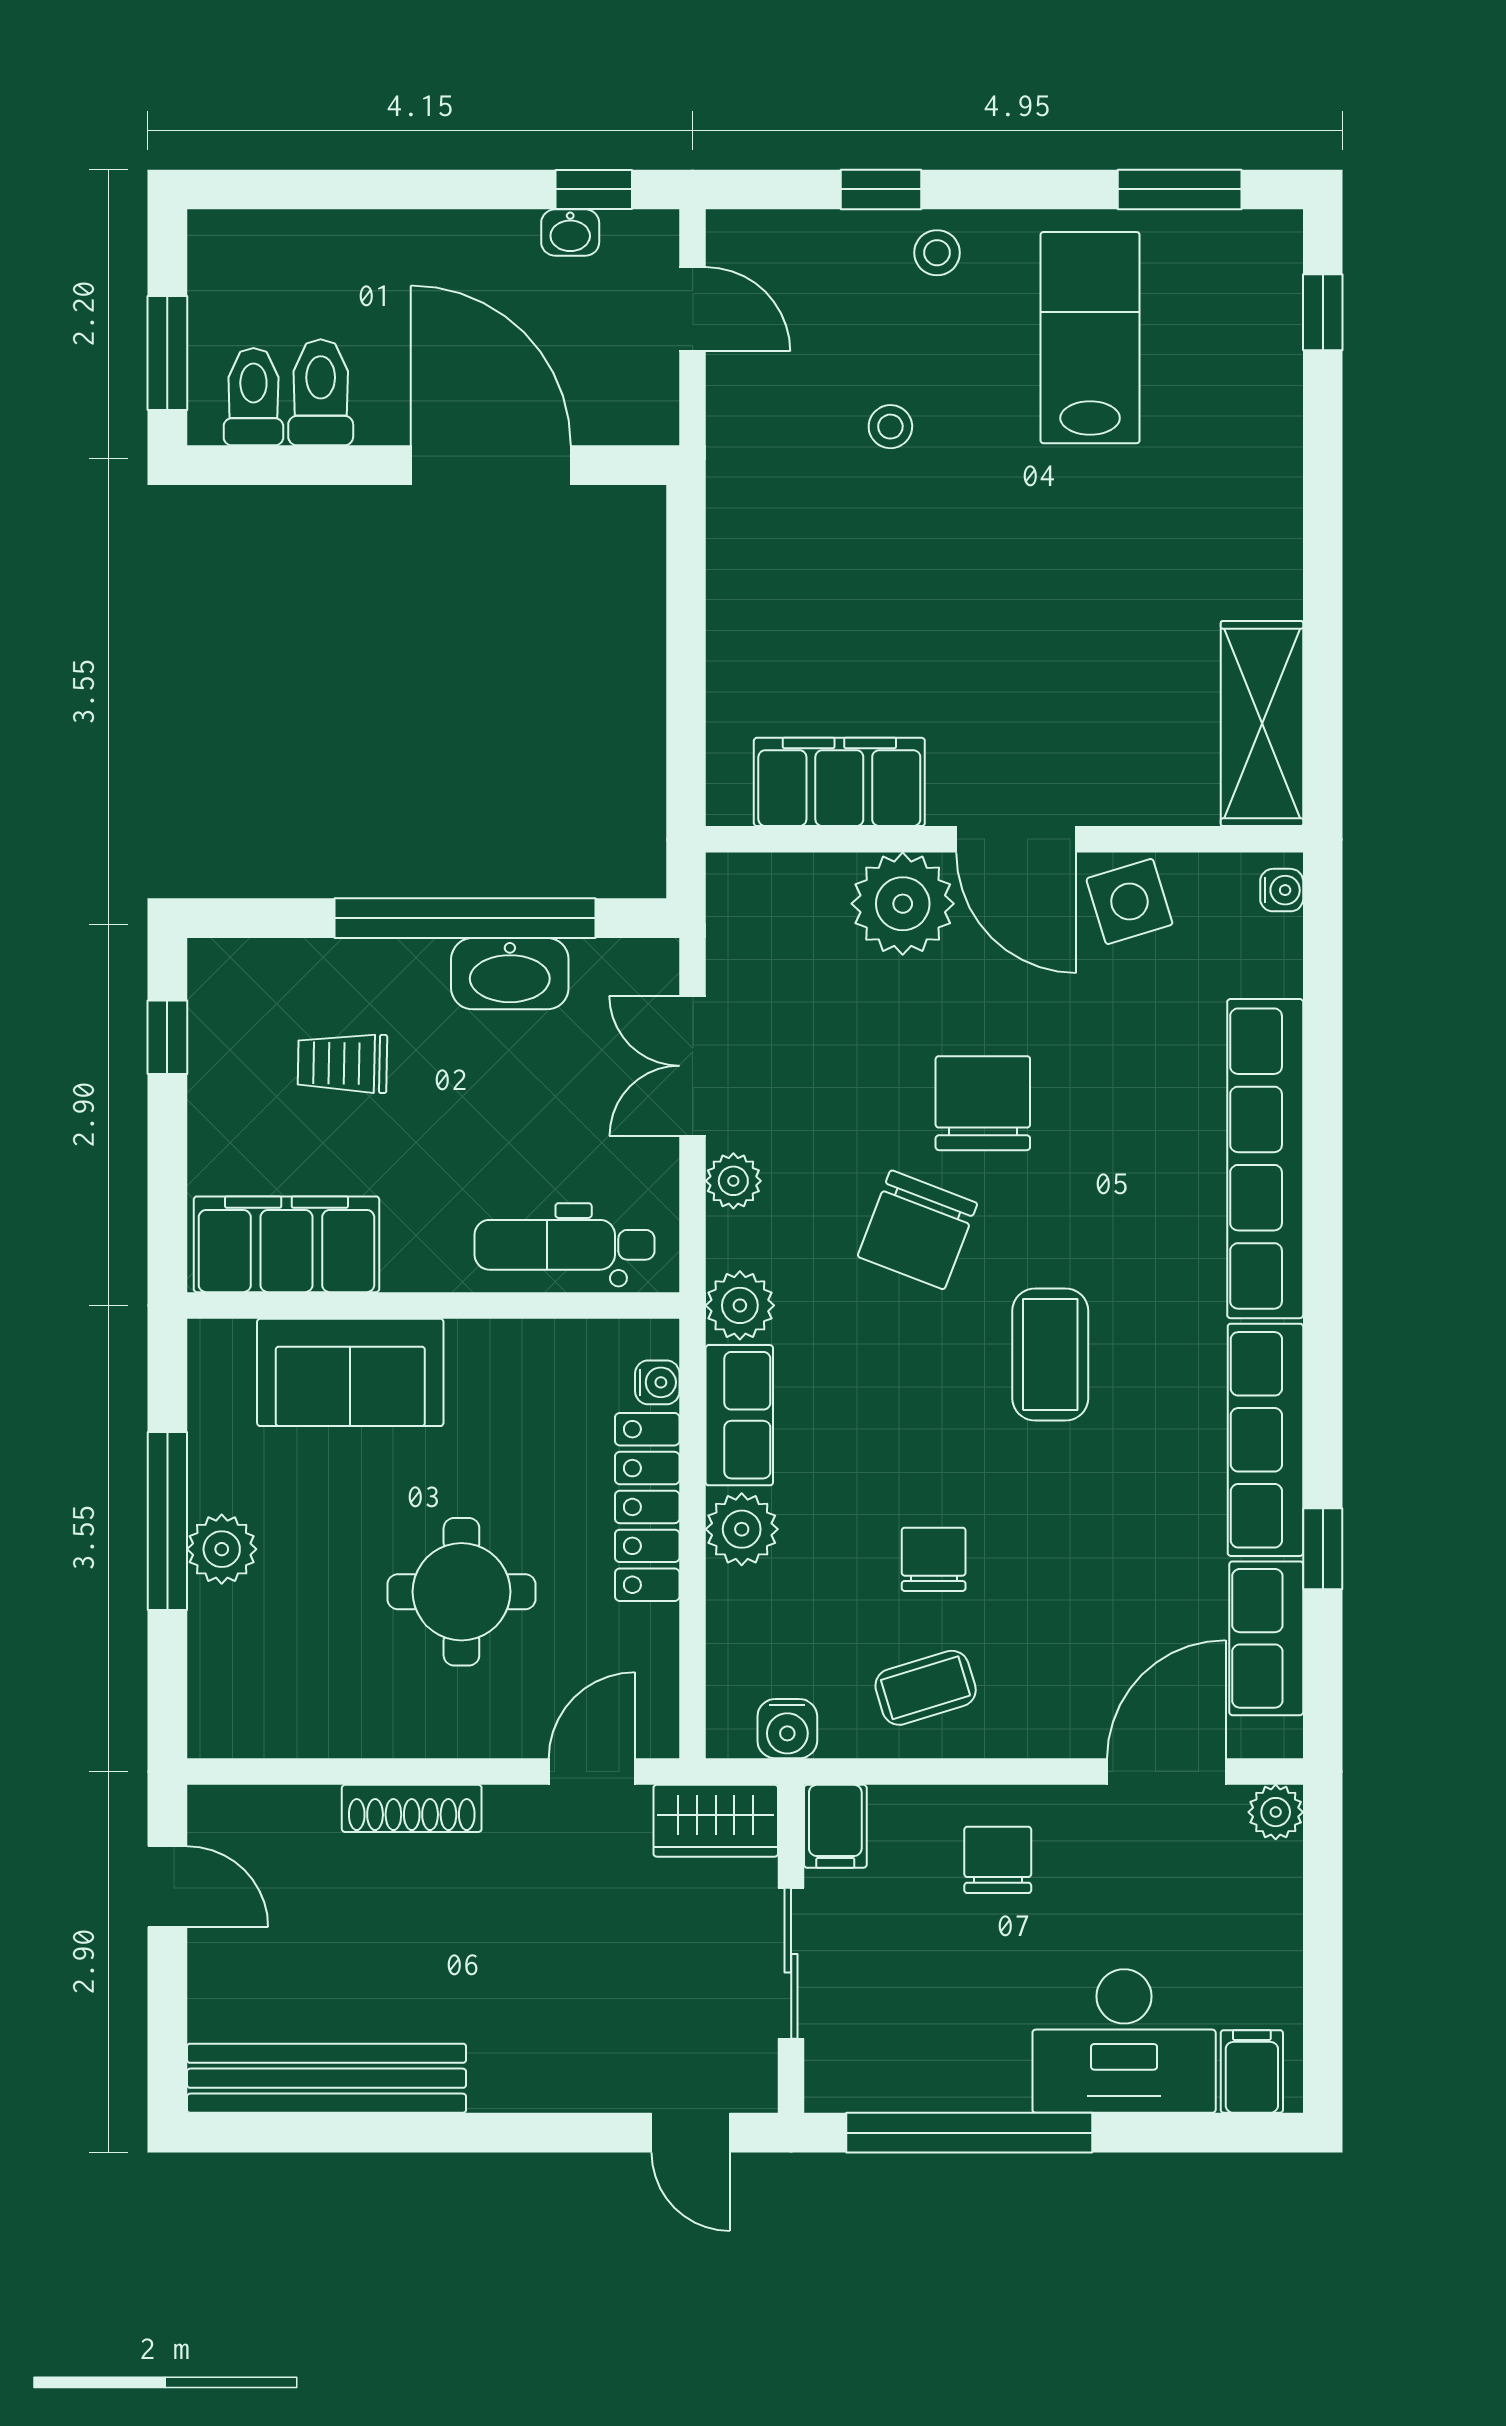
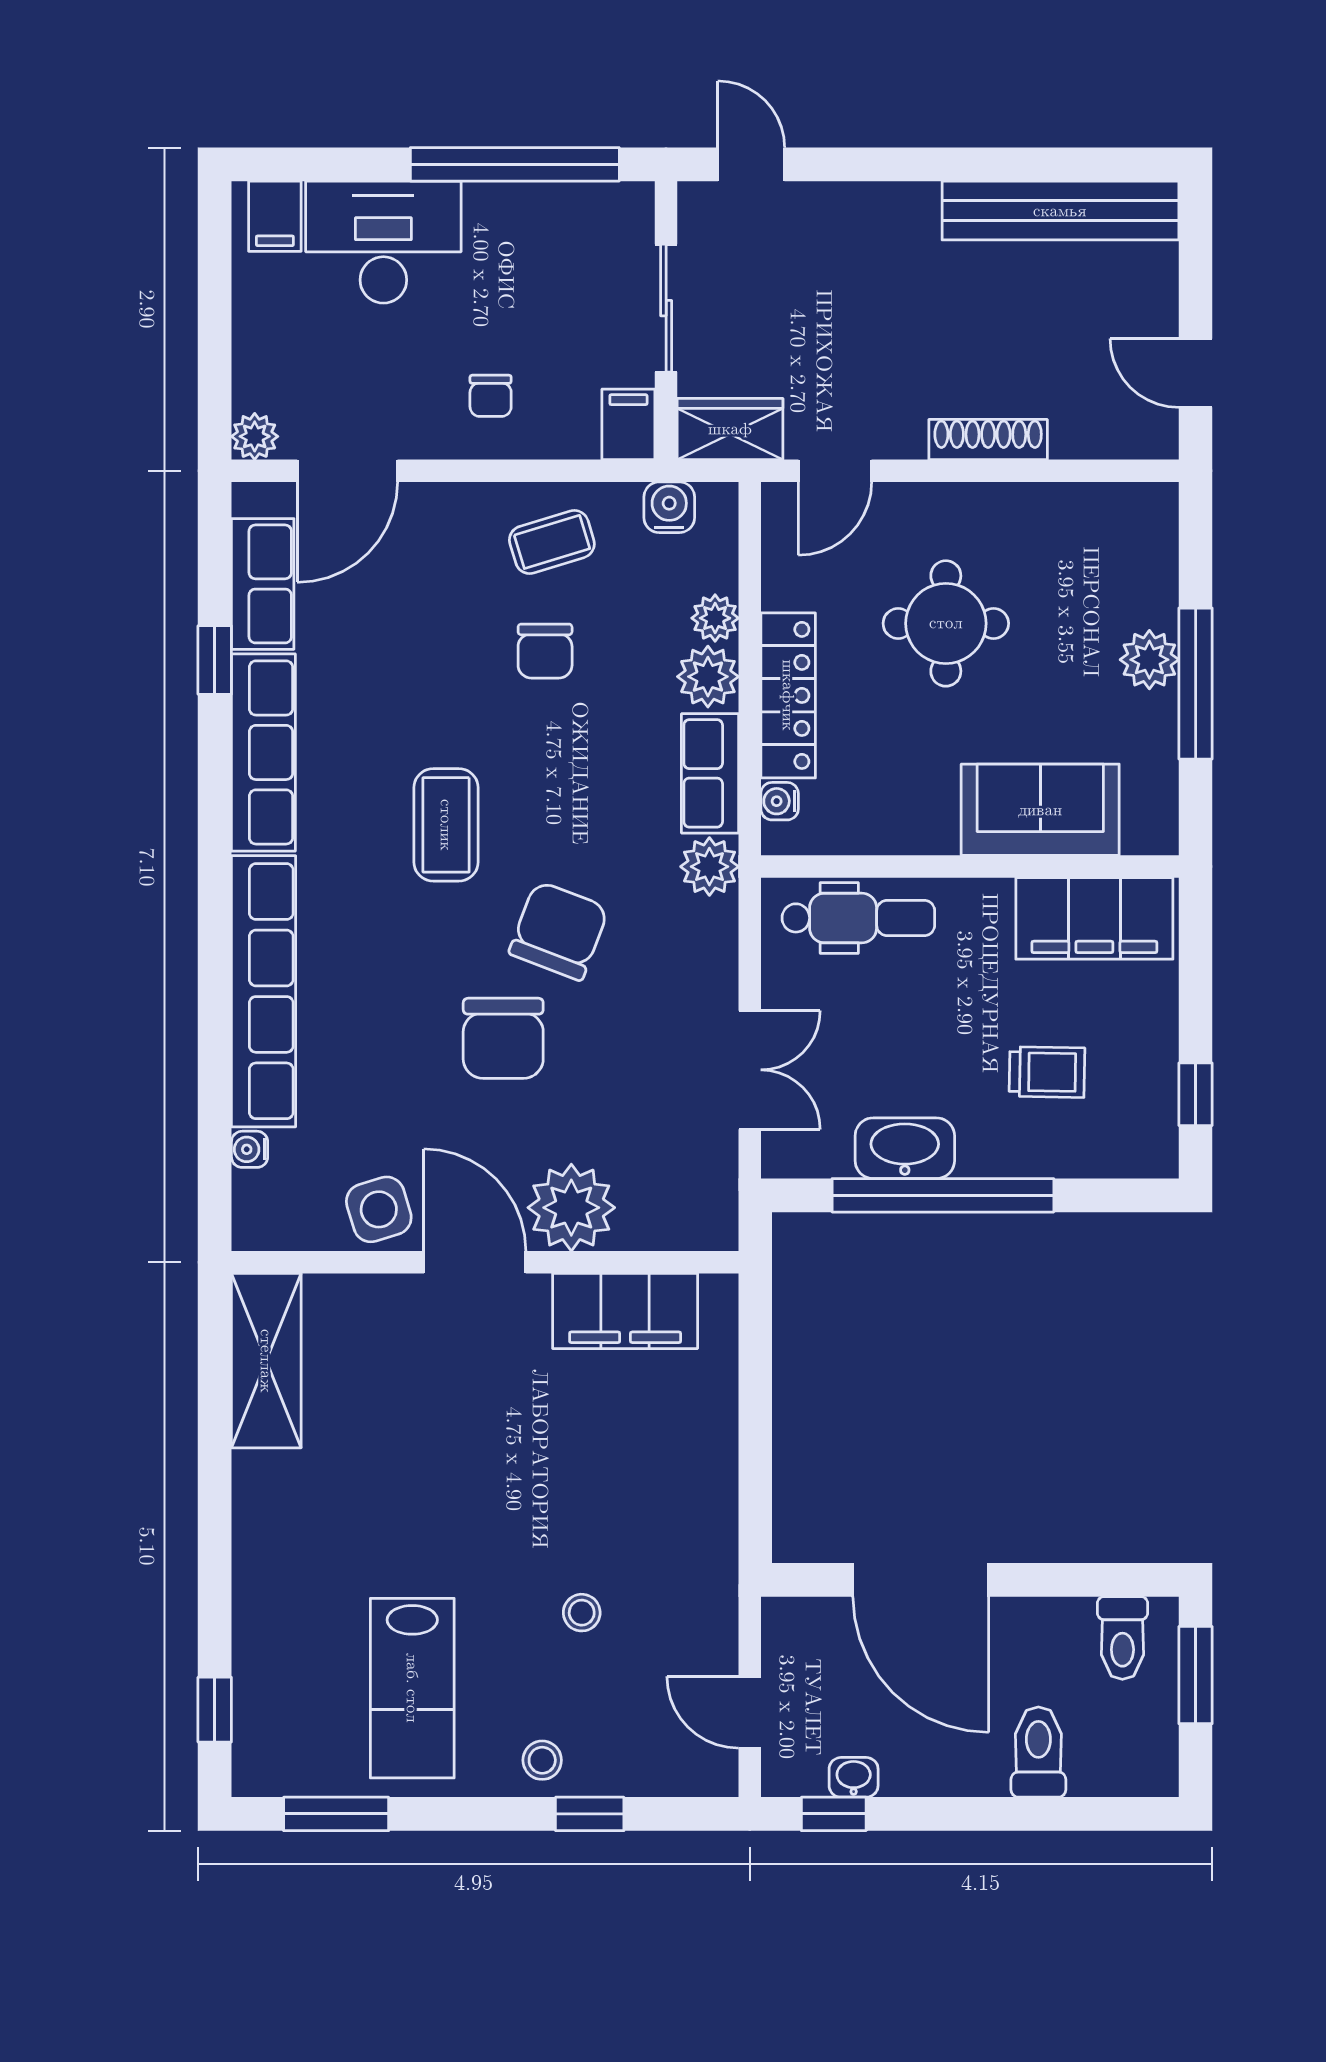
toilet: (321, 392) -> (1038, 1752), moved, turned 180
water cooler: (1282, 890) -> (250, 1149), moved
plant: (733, 1181) -> (715, 618), moved
chair: (998, 1860) -> (491, 396), width x0.73, depth x0.73

